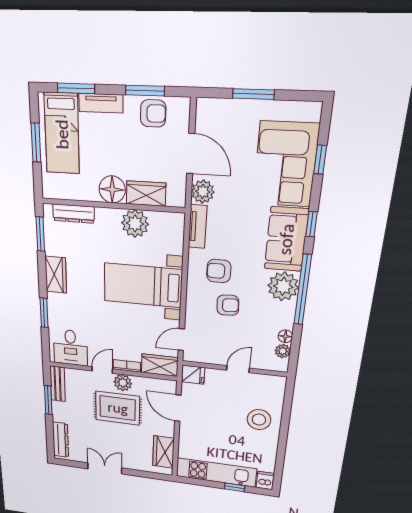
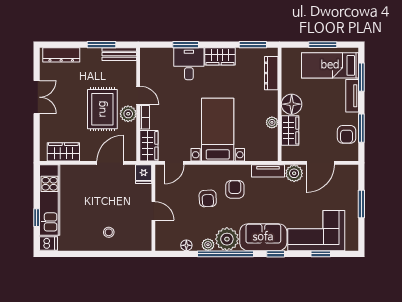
plant: (135, 223) -> (272, 122), width x0.53, depth x0.53
door: (181, 340) -> (174, 163), swing flipped
desk: (70, 347) -> (189, 64), moved, turned 90
plant: (283, 351) -> (208, 245), moved
stool: (259, 420) -> (109, 232), width x0.53, depth x0.53

